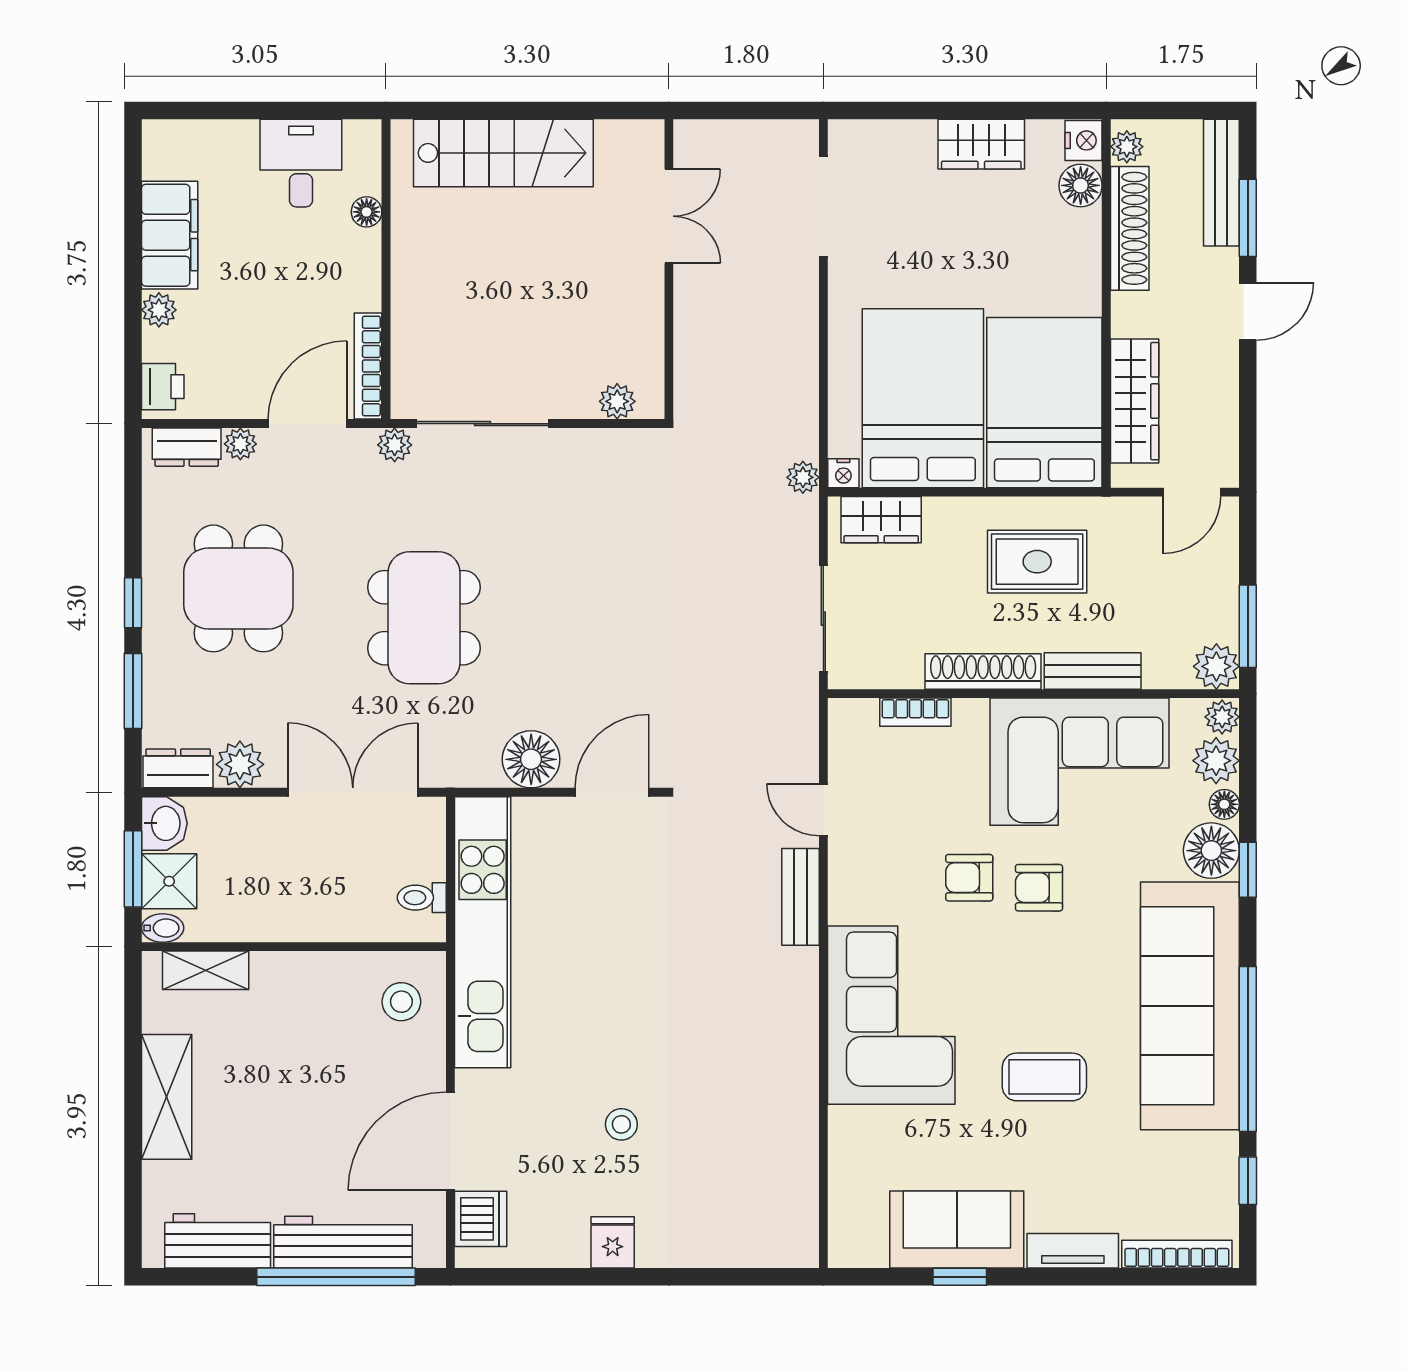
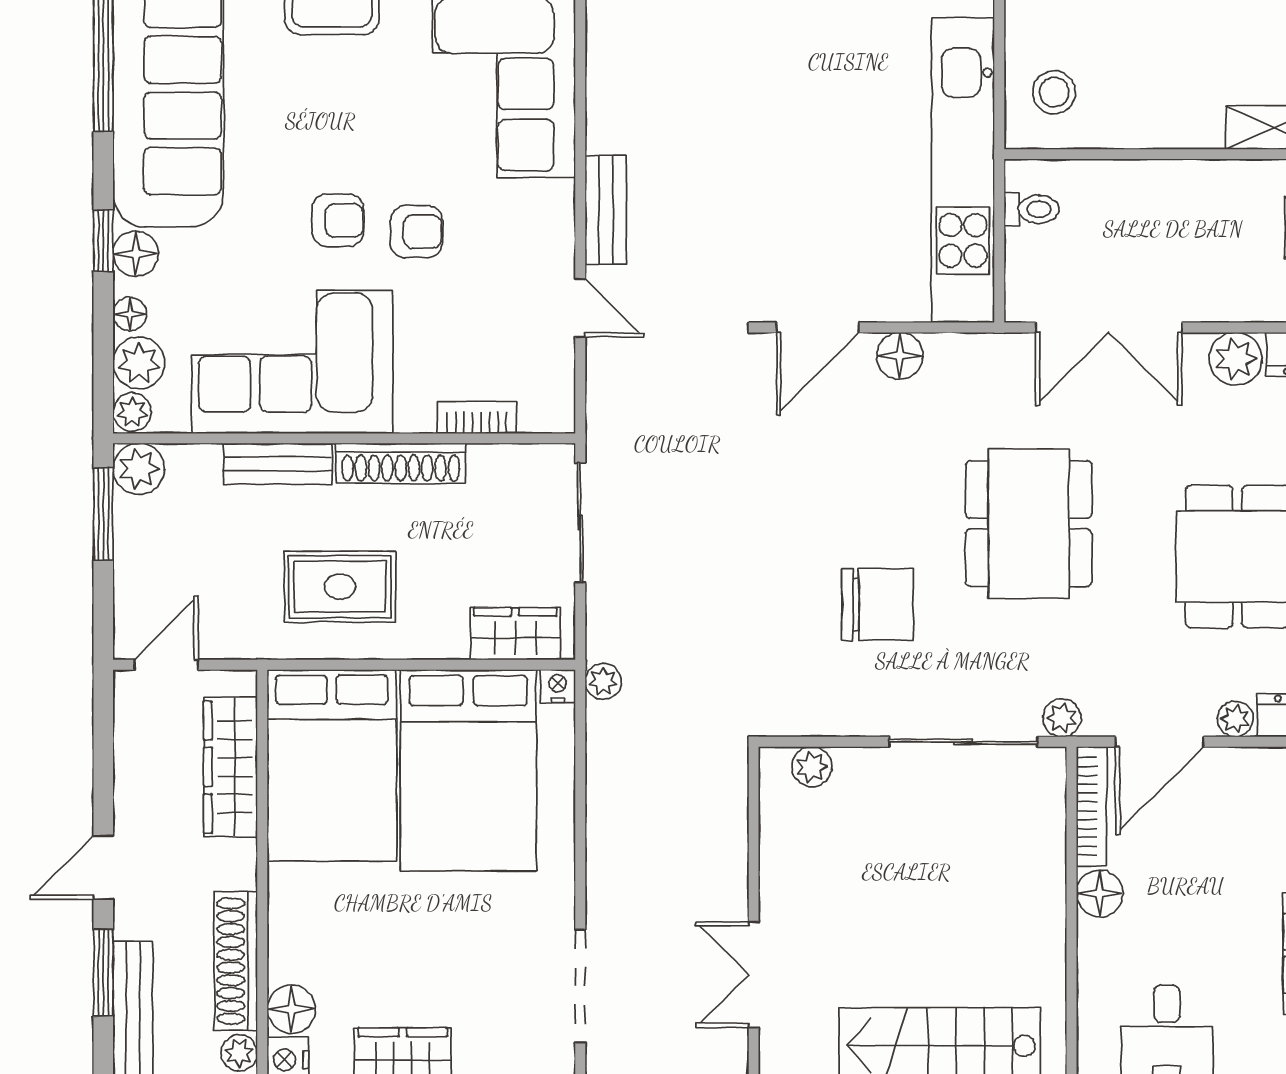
floor lamp: (367, 212) -> (1100, 893), moved, width x1.37, depth x1.37
chair: (559, 546) -> (877, 604), added
floor lamp: (531, 759) -> (900, 356), width x0.73, depth x0.73
floor lamp: (1211, 851) -> (136, 254), width x0.73, depth x0.73

